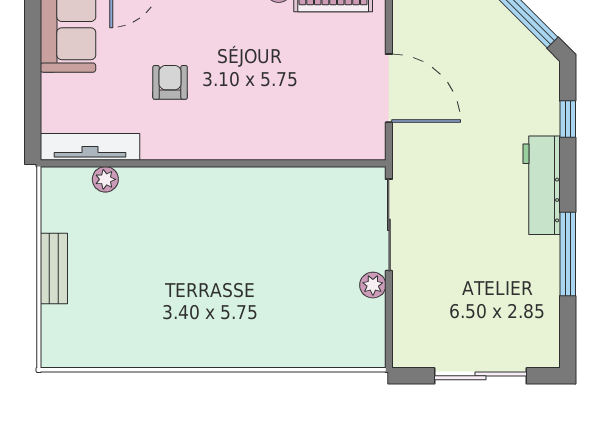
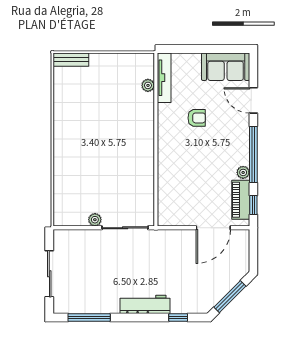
door: (389, 88) -> (213, 228), moved
window: (568, 254) -> (89, 318), moved
bench: (54, 268) -> (71, 60), moved

